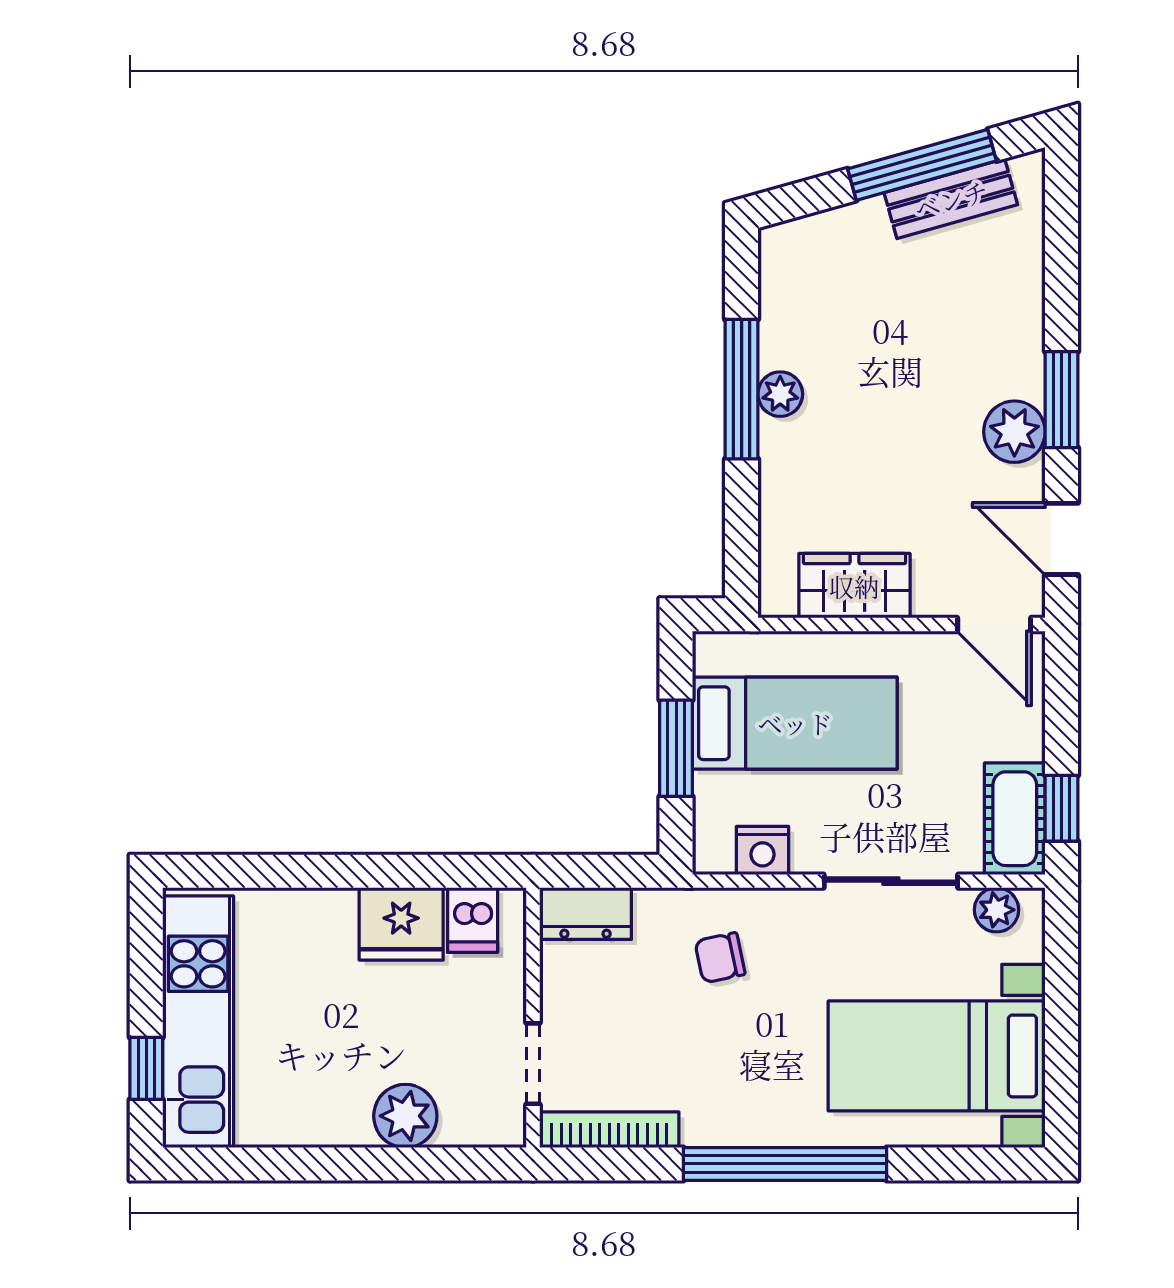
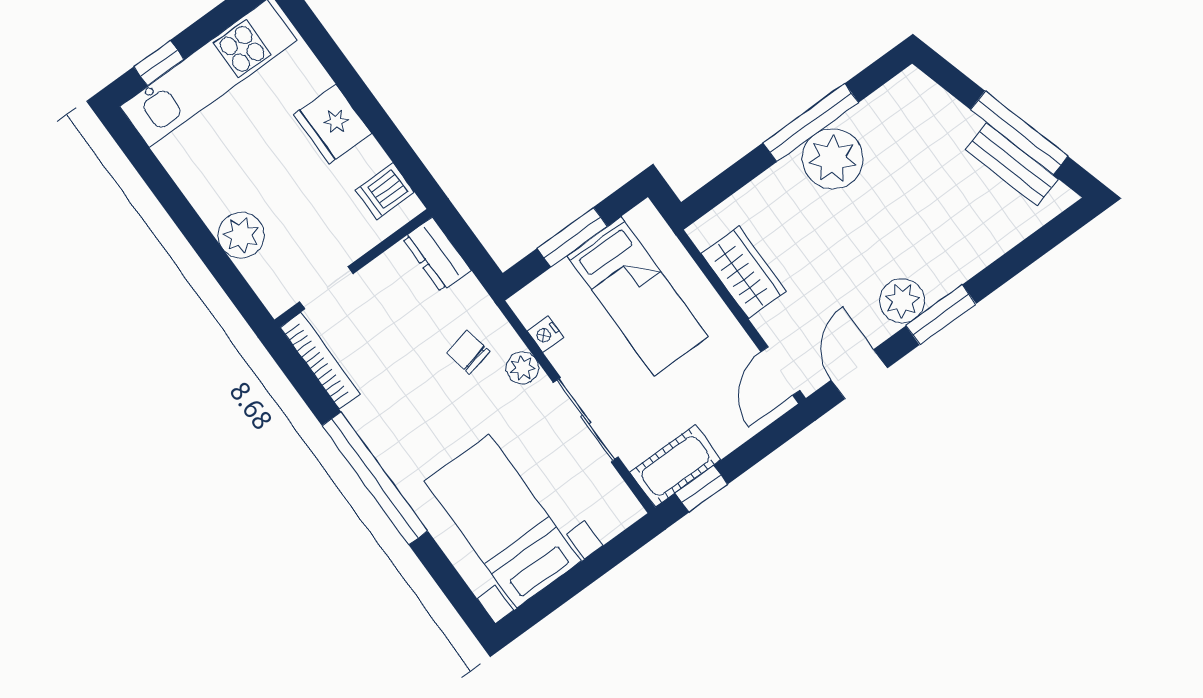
plant: (780, 394) -> (833, 159), width x1.87, depth x1.87
nightstand: (763, 851) -> (545, 334), width x0.72, depth x0.74
plant: (997, 910) -> (522, 368), moved
fridge: (401, 924) -> (333, 124), moved

